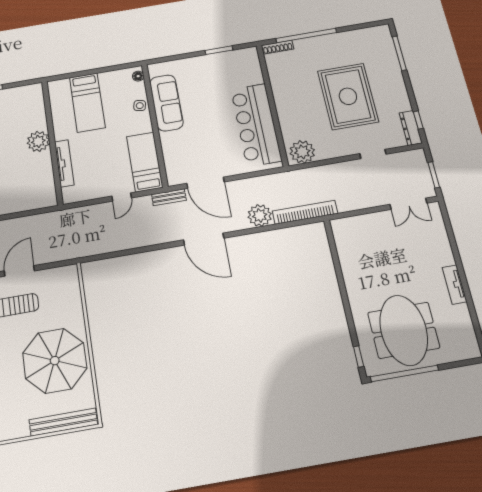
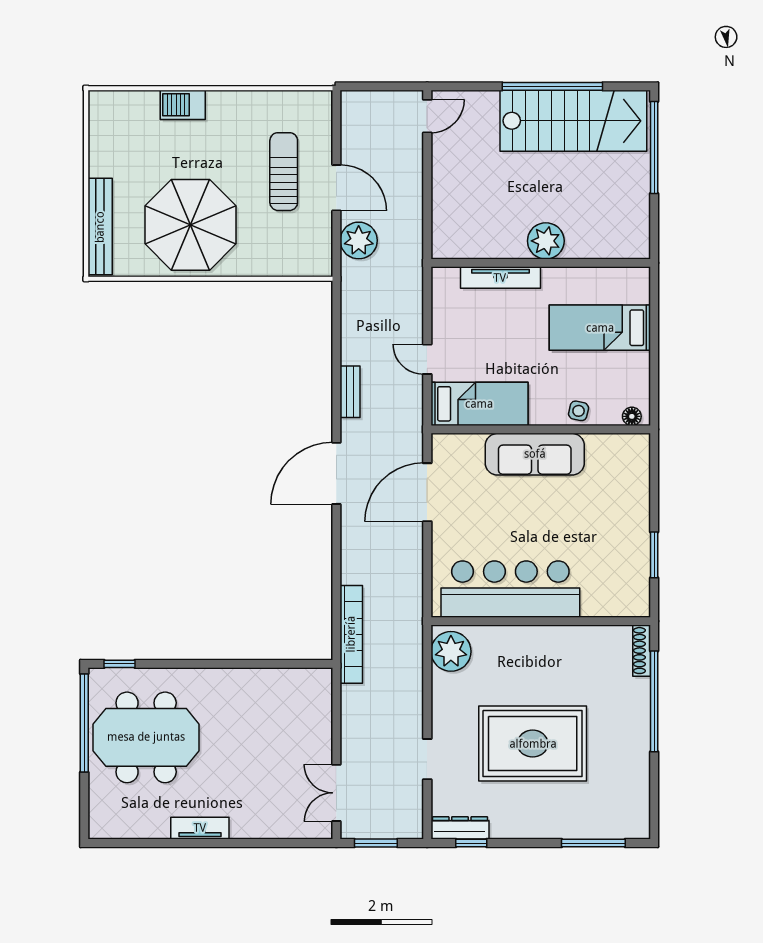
sofa: (166, 103) -> (535, 454), moved
bench: (169, 197) -> (350, 392), moved
plant: (260, 215) -> (359, 240), moved

